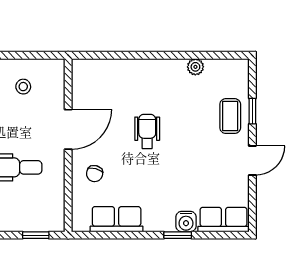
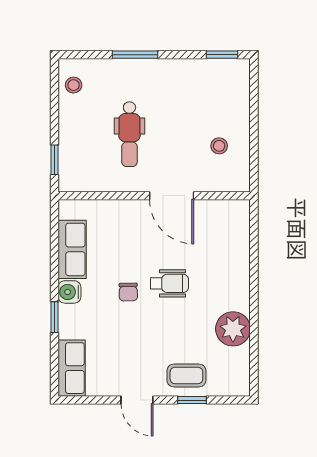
plant: (195, 67) -> (233, 329), width x1.88, depth x1.88
chair: (95, 174) -> (128, 292), moved, turned -106
water cooler: (186, 222) -> (69, 292), moved

